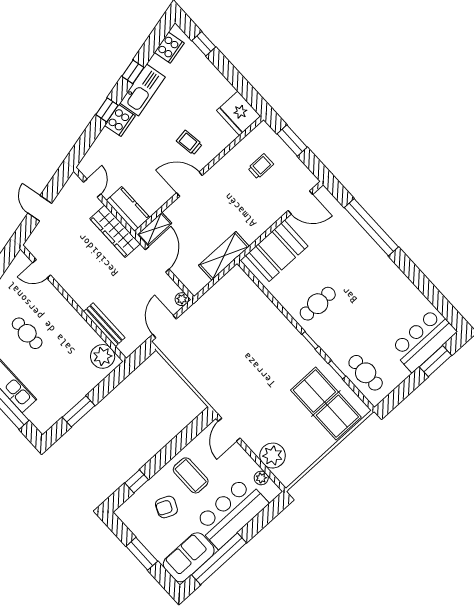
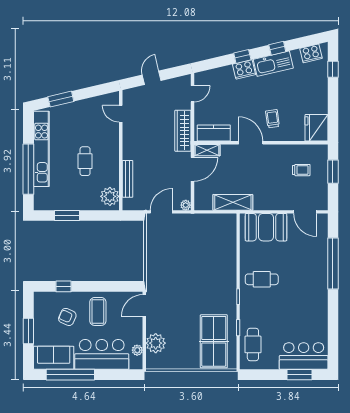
kitchen counter: (128, 209) -> (214, 133), moved, turned -90
cafe table: (27, 333) -> (85, 161), moved

